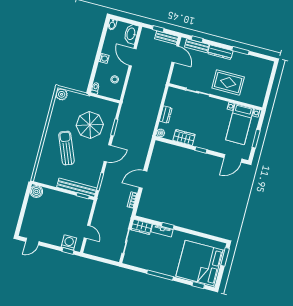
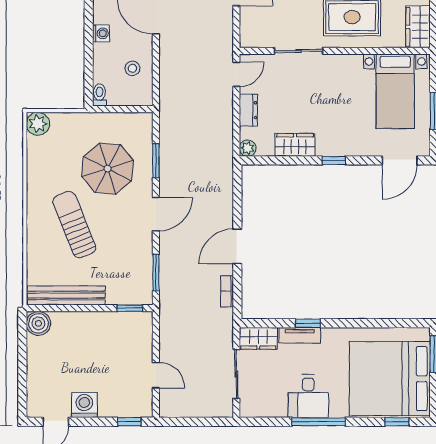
door: (164, 96) -> (236, 74), added
wardrobe: (259, 96) -> (418, 27), added
bench: (77, 188) -> (66, 296), moved
washing machine: (69, 243) -> (84, 405), moved
desk: (158, 261) -> (308, 396), added

